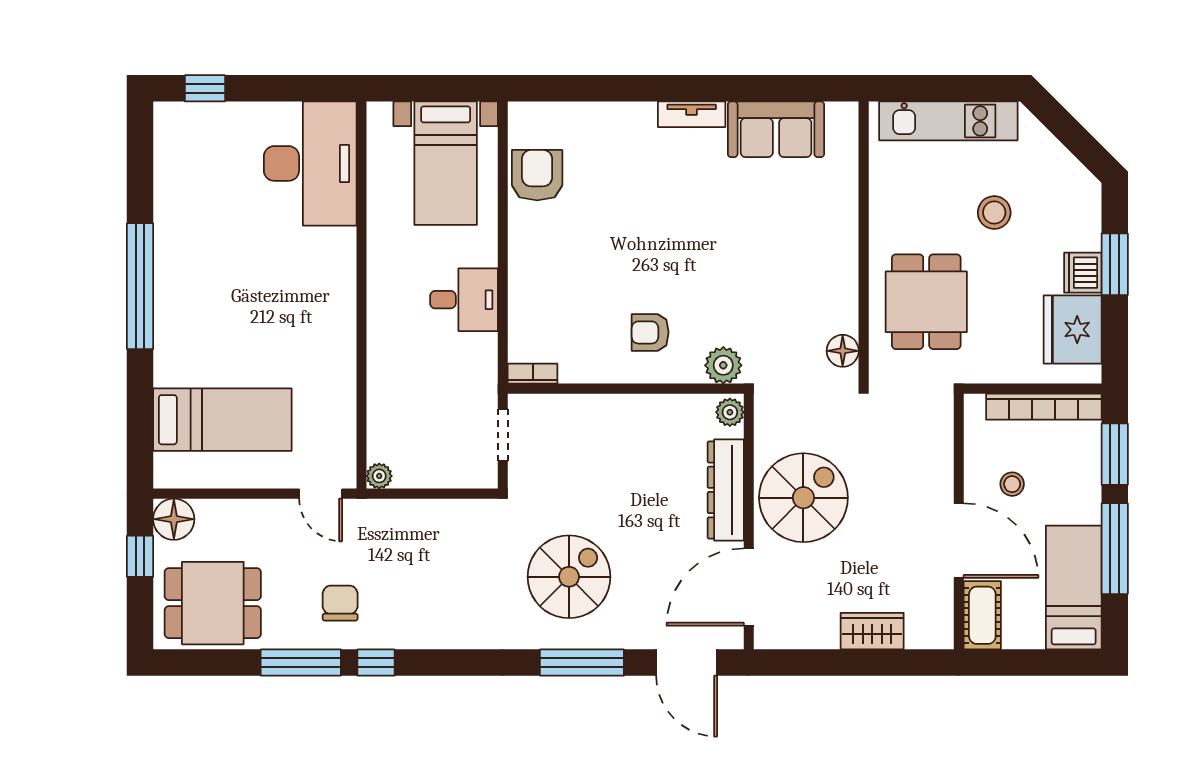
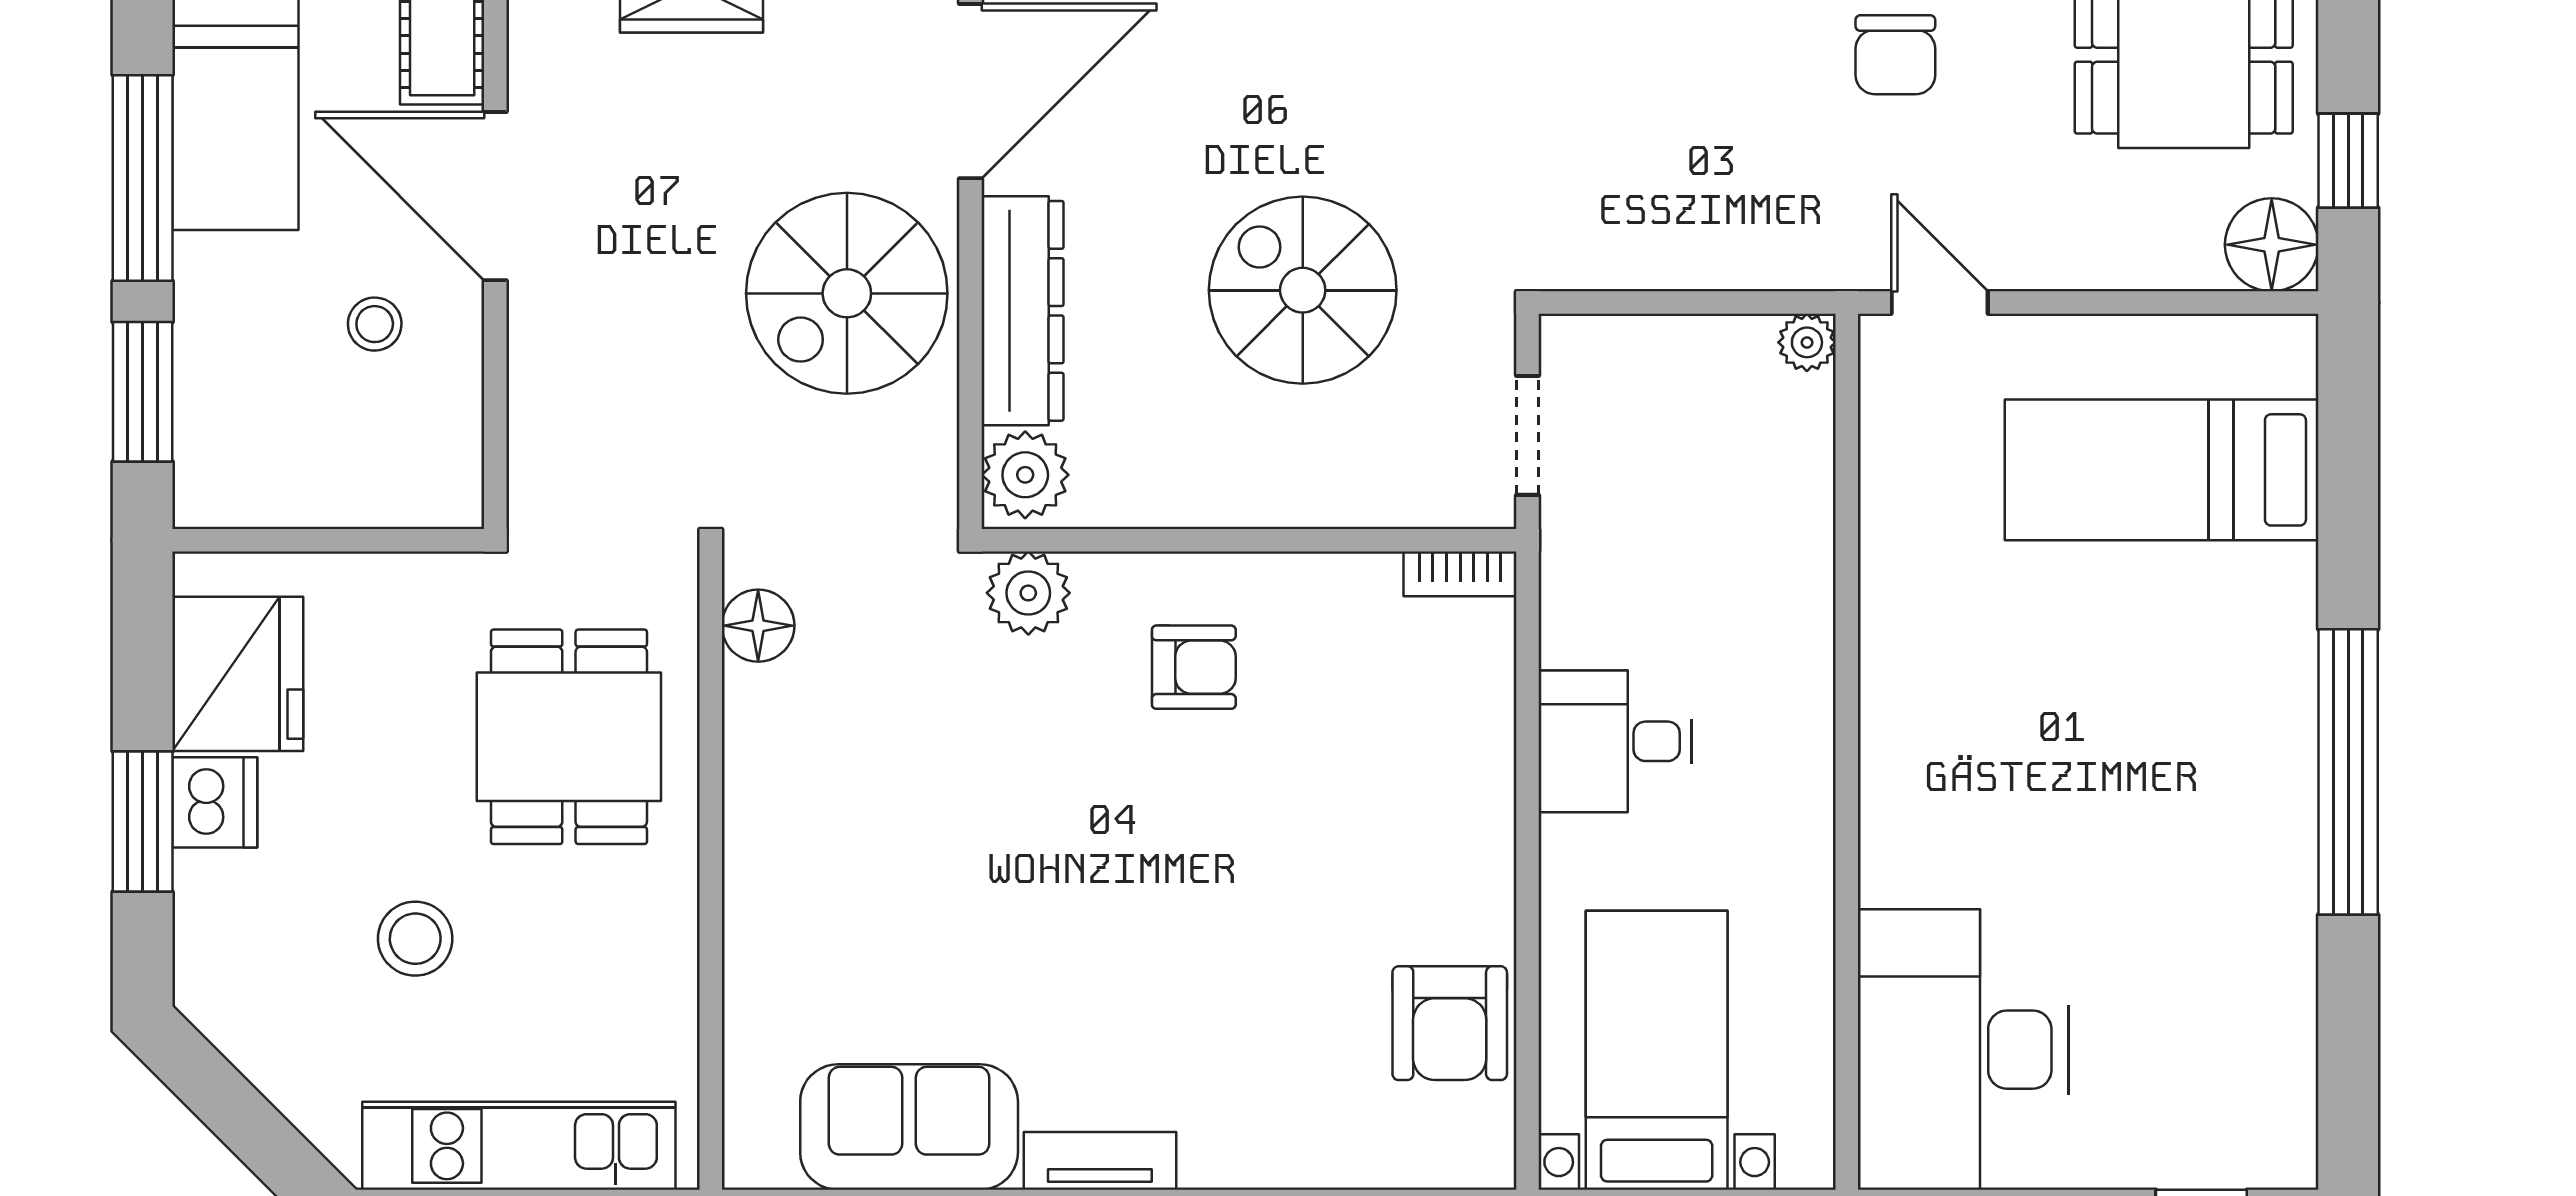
bookcase: (1044, 407) -> (303, 499), removed
plant: (730, 412) -> (1025, 475), width x1.38, depth x1.38
spiral stairs: (569, 577) -> (1303, 290), moved, turned 90

